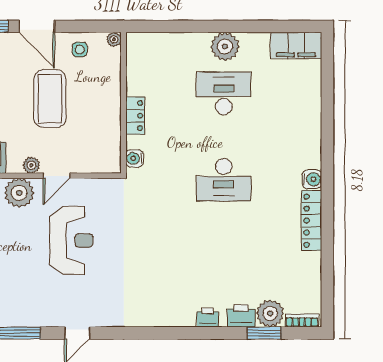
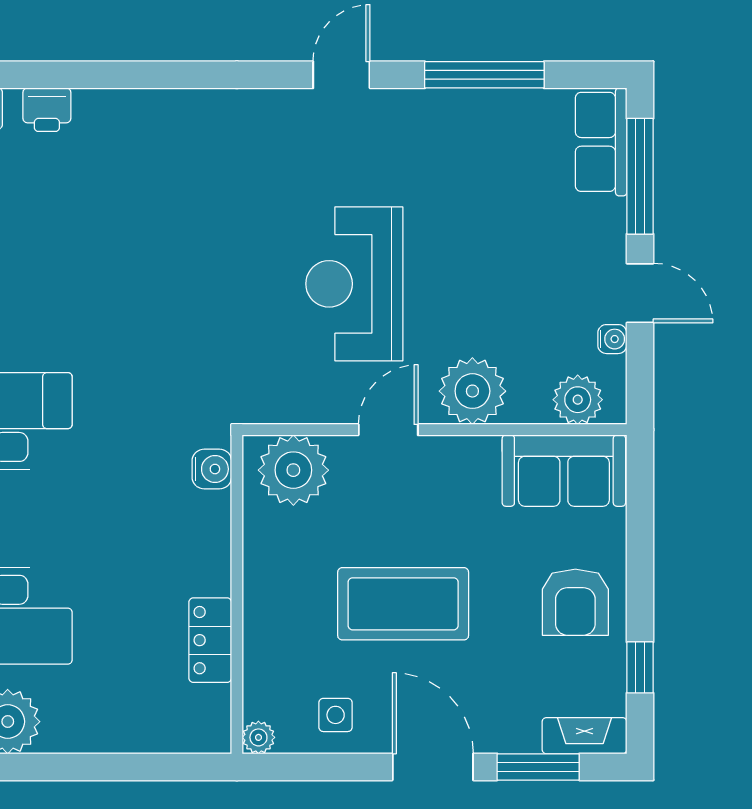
coffee table: (50, 99) -> (403, 604), turned 90
locker: (135, 116) -> (210, 640), moved
plant: (31, 165) -> (293, 470), moved, width x1.88, depth x1.88

